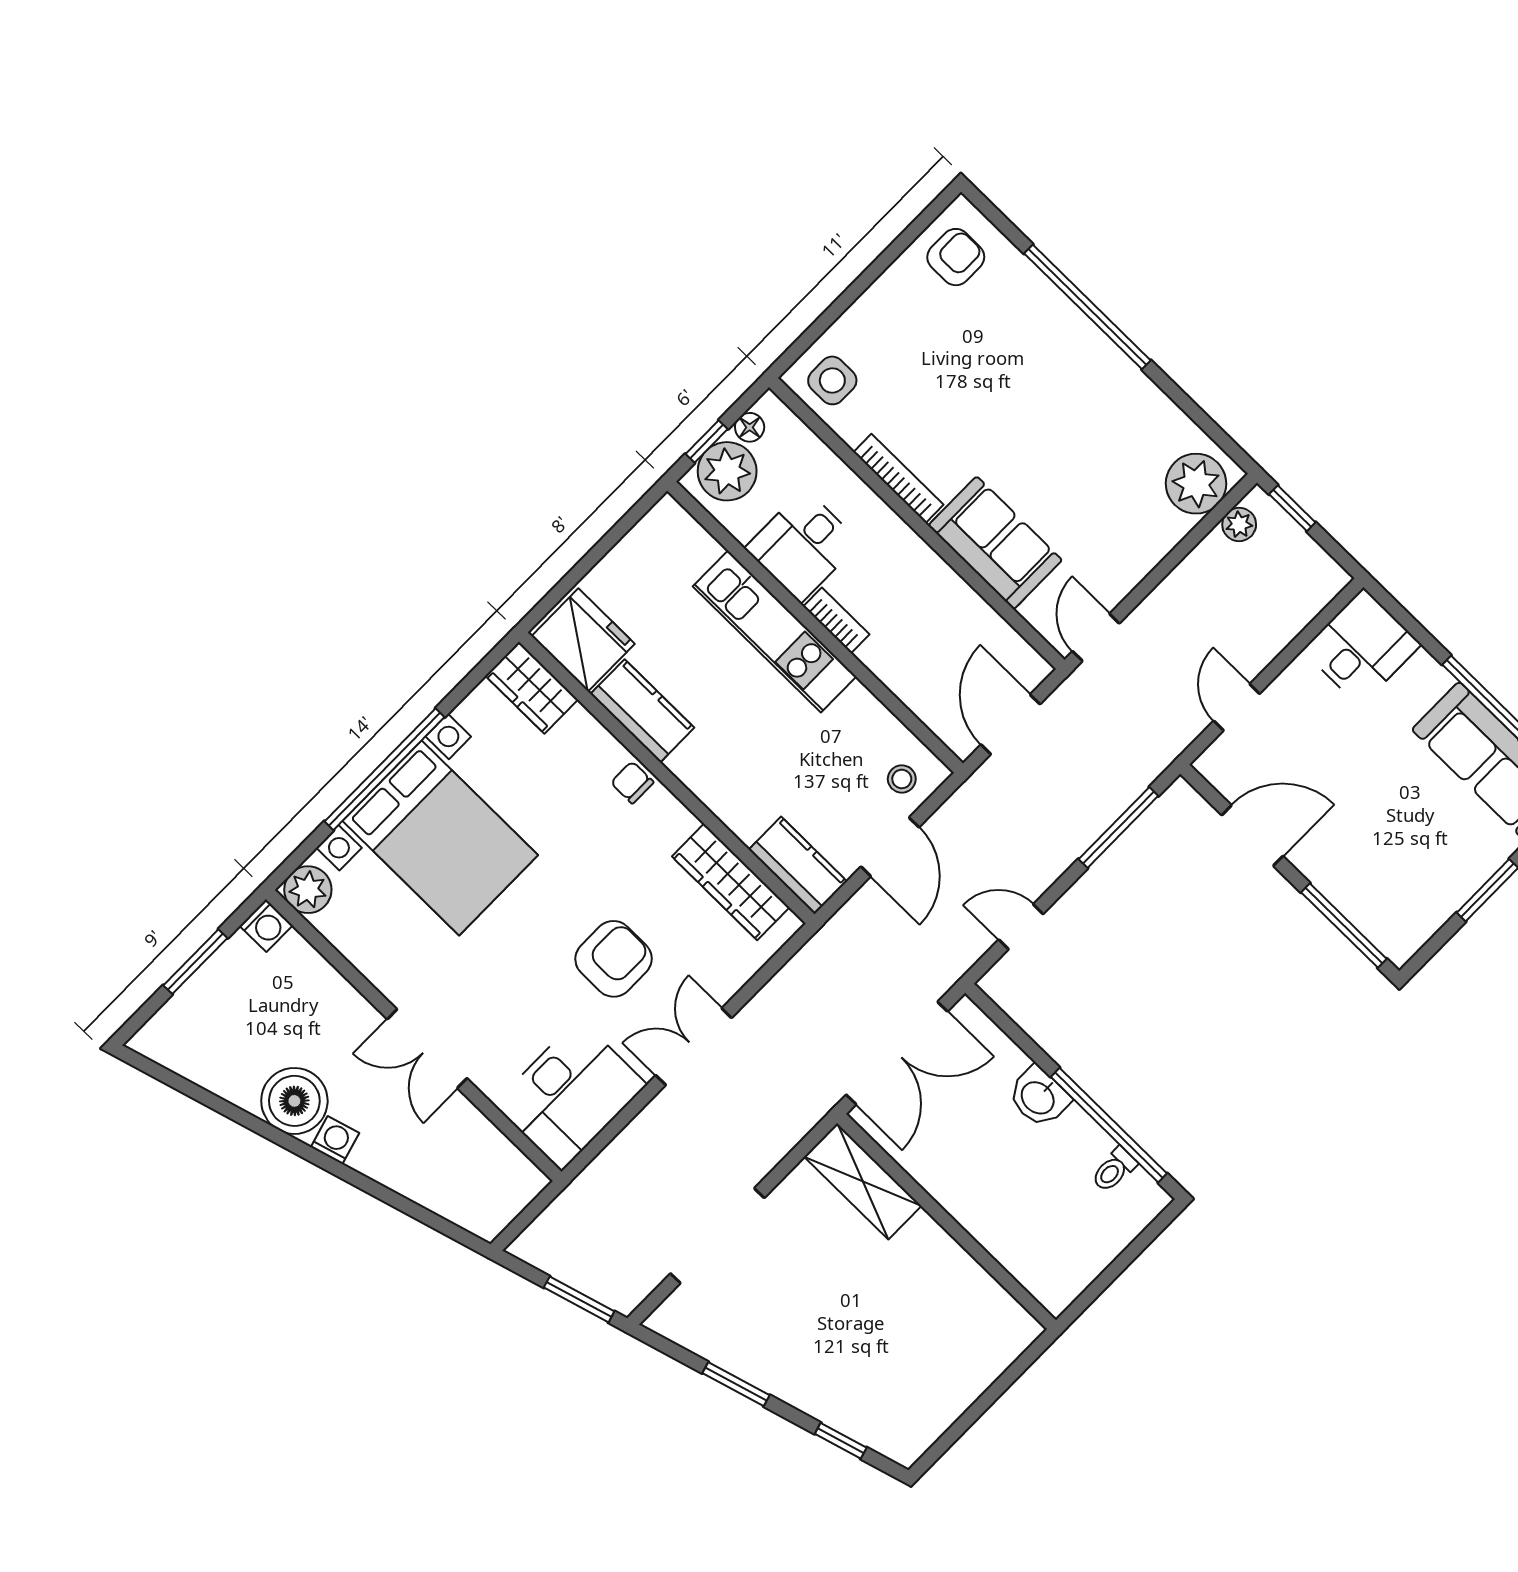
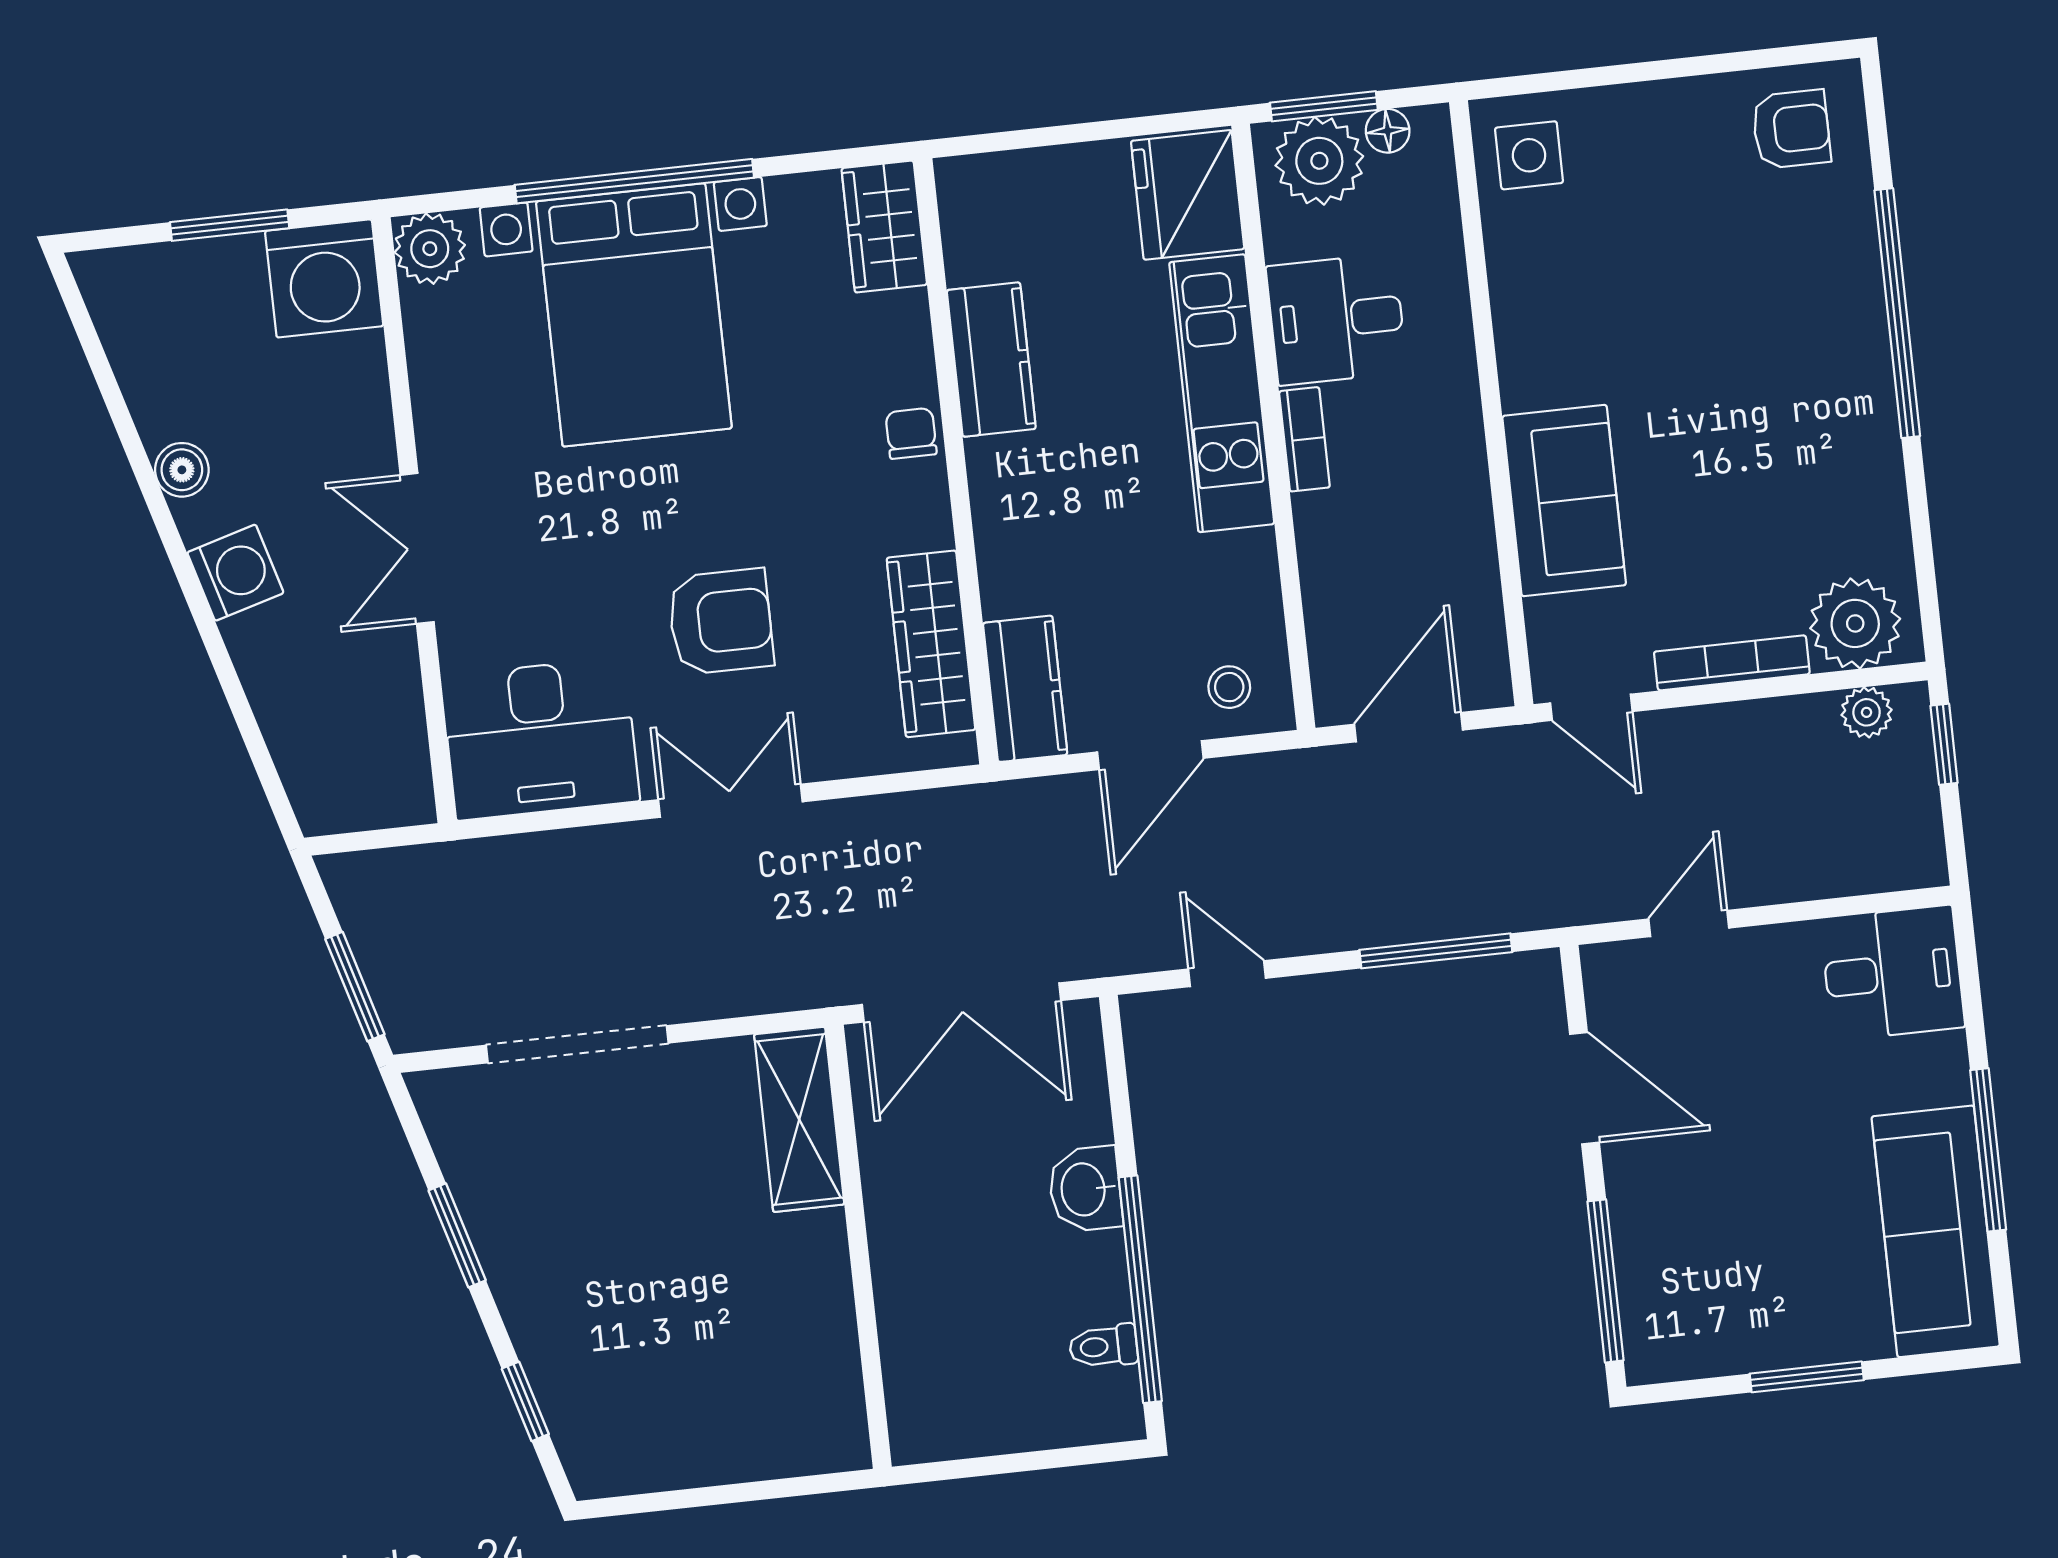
window: (707, 441) -> (1324, 106), width x1.50
bookcase: (898, 478) -> (1732, 663), moved, turned -90
door: (1096, 637) -> (1591, 707), swing flipped
fridge: (583, 640) -> (1188, 195), moved, turned 180
washing machine: (266, 926) -> (324, 278), width x1.89, depth x1.89
boiler: (294, 1101) -> (182, 470), width x0.54, depth x0.54
washing machine: (335, 1140) -> (235, 573), width x1.38, depth x1.38

